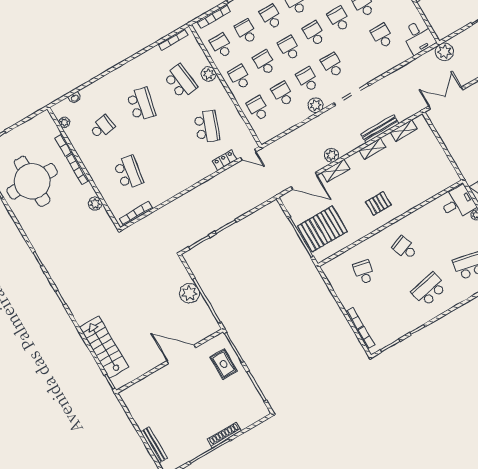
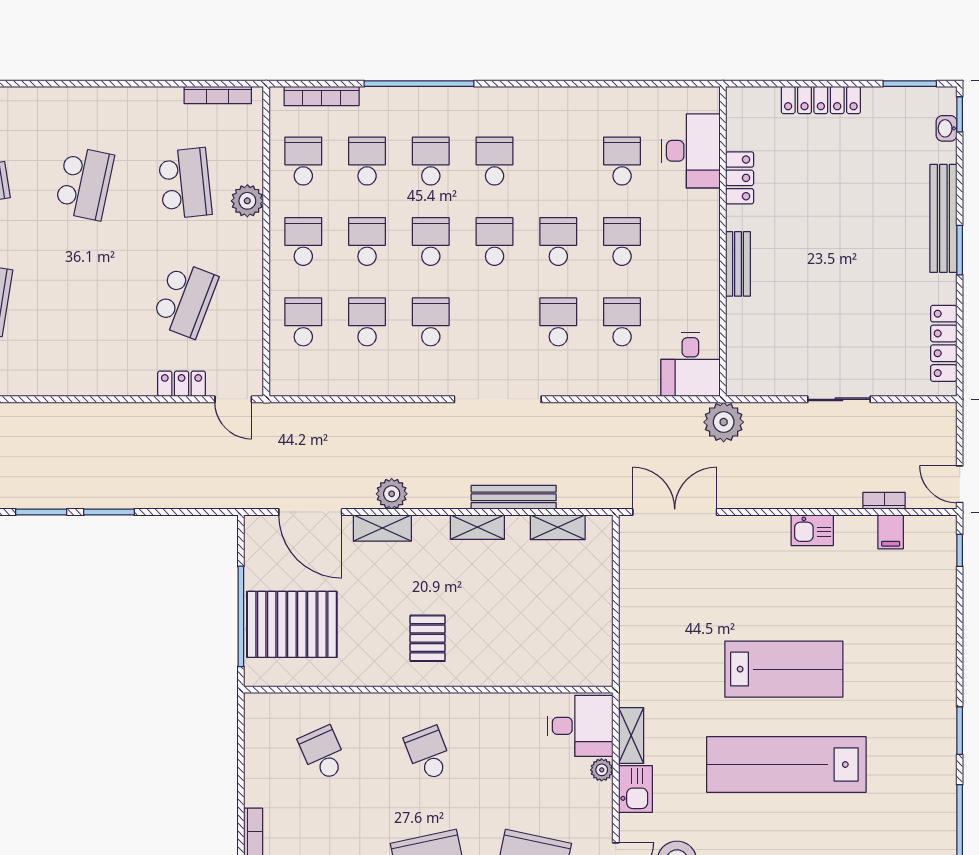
school desk: (332, 65) -> (558, 322), moved
plant: (316, 105) -> (417, 380), removed
pallet: (378, 203) -> (428, 638), turned 90
school desk: (364, 272) -> (323, 754), turned -36

